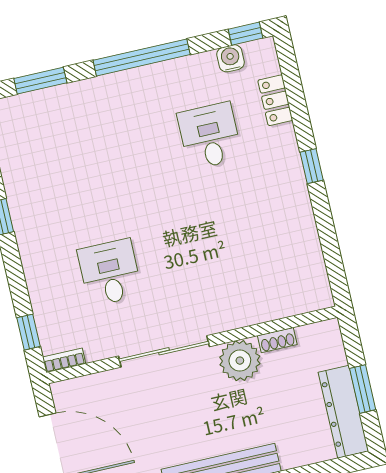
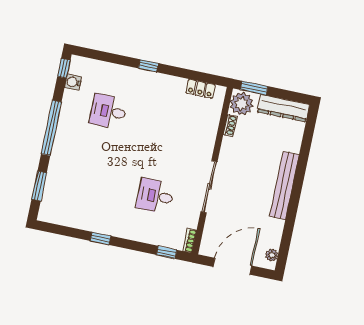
locker: (275, 100) -> (200, 89), moved
plant: (240, 361) -> (242, 104), moved
window: (363, 389) -> (254, 88), moved

